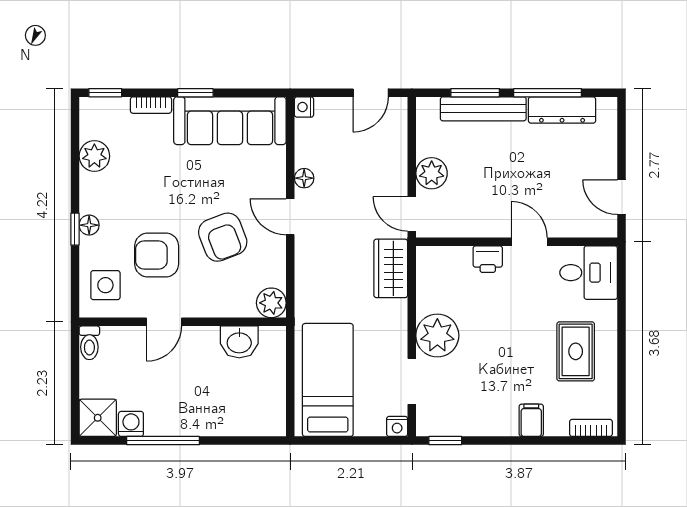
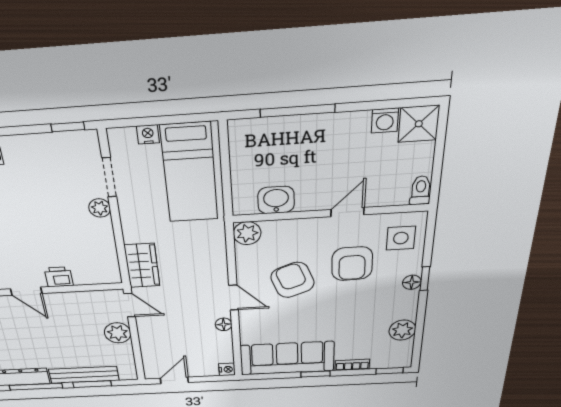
armchair: (157, 255) -> (352, 264), turned 89
plant: (437, 336) -> (100, 208), width x0.53, depth x0.53
nightstand: (397, 426) -> (148, 134), moved
window: (163, 441) -> (297, 111), moved

